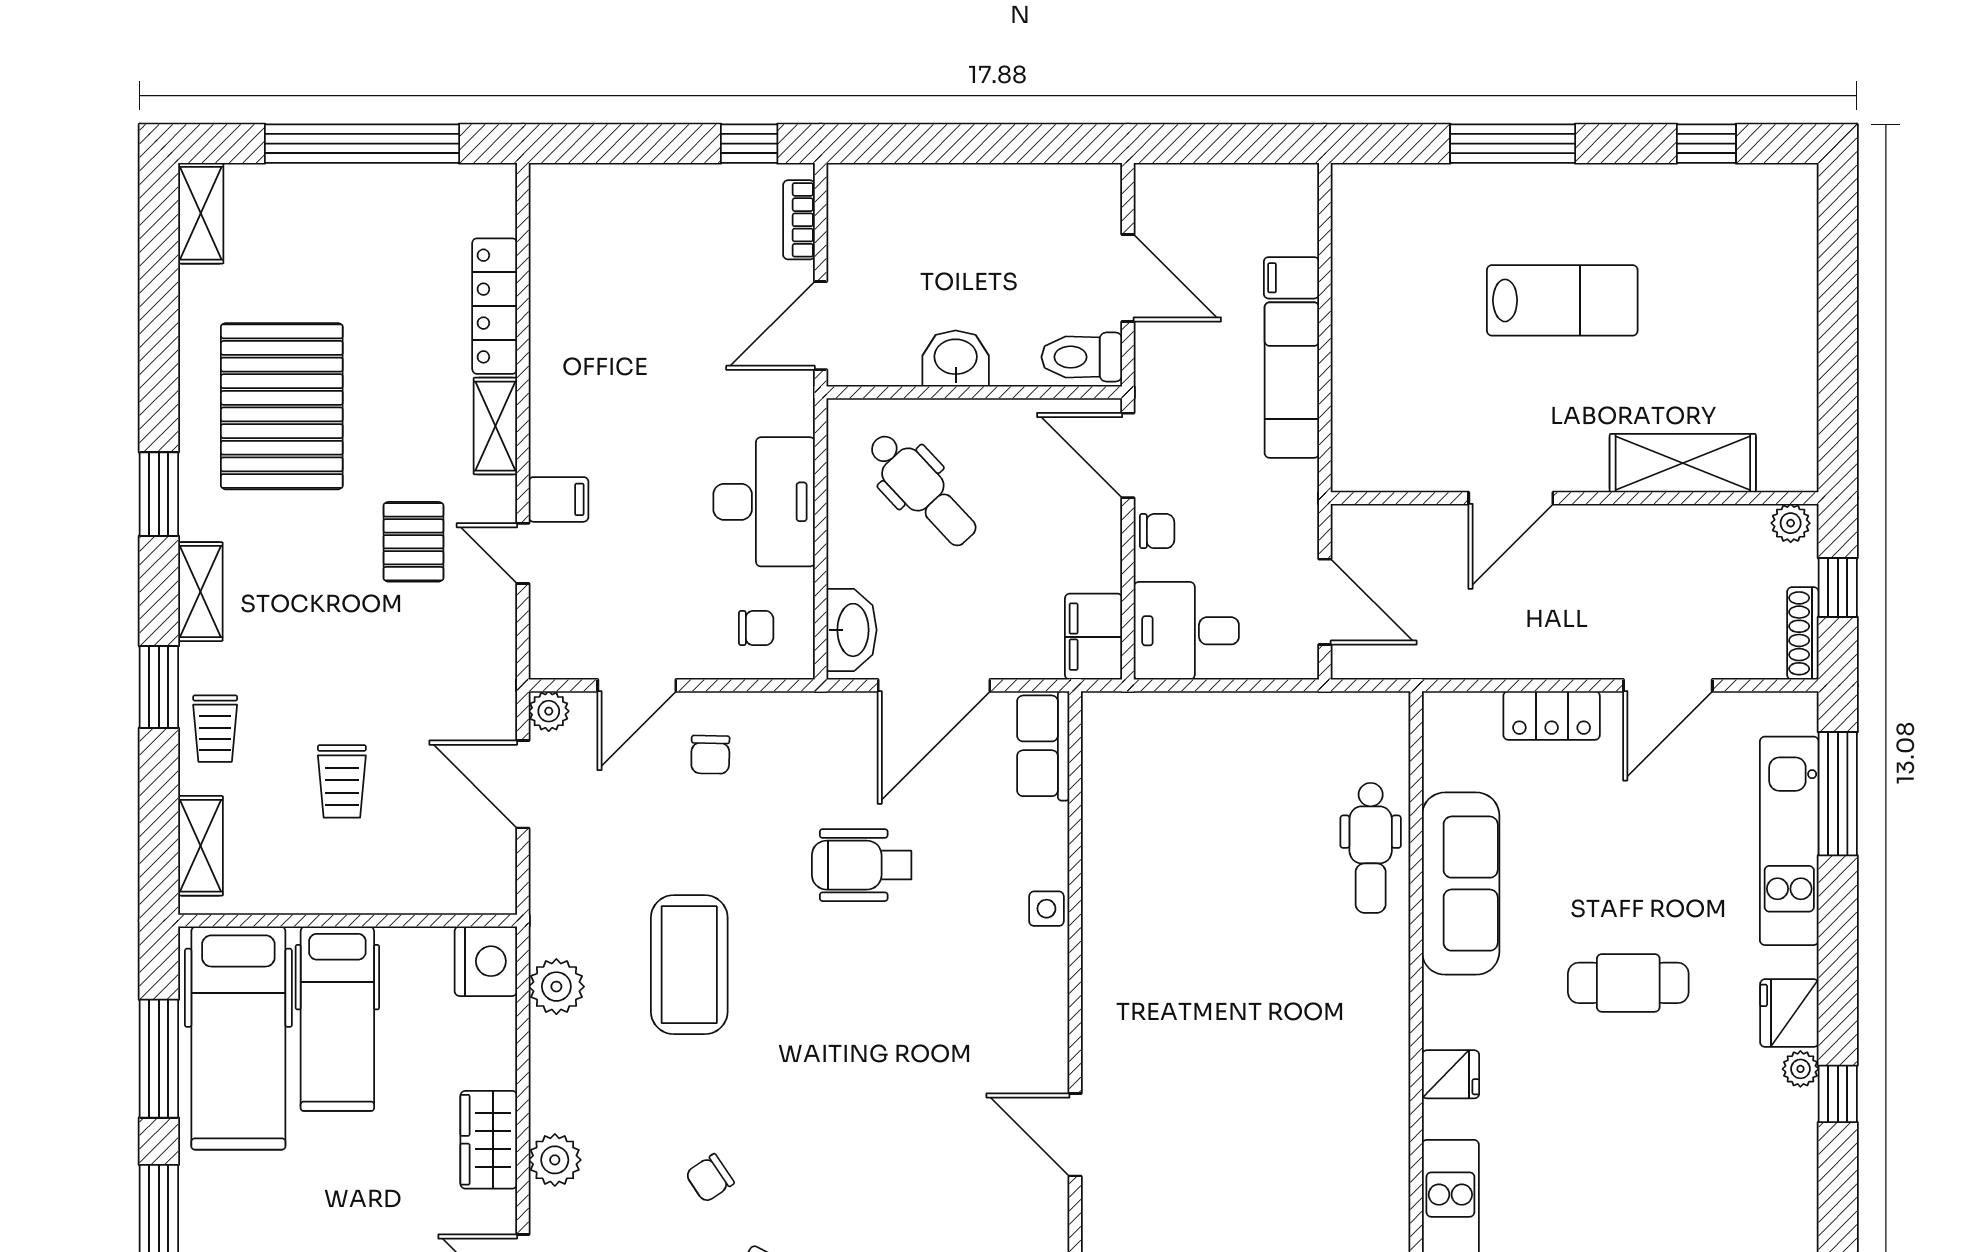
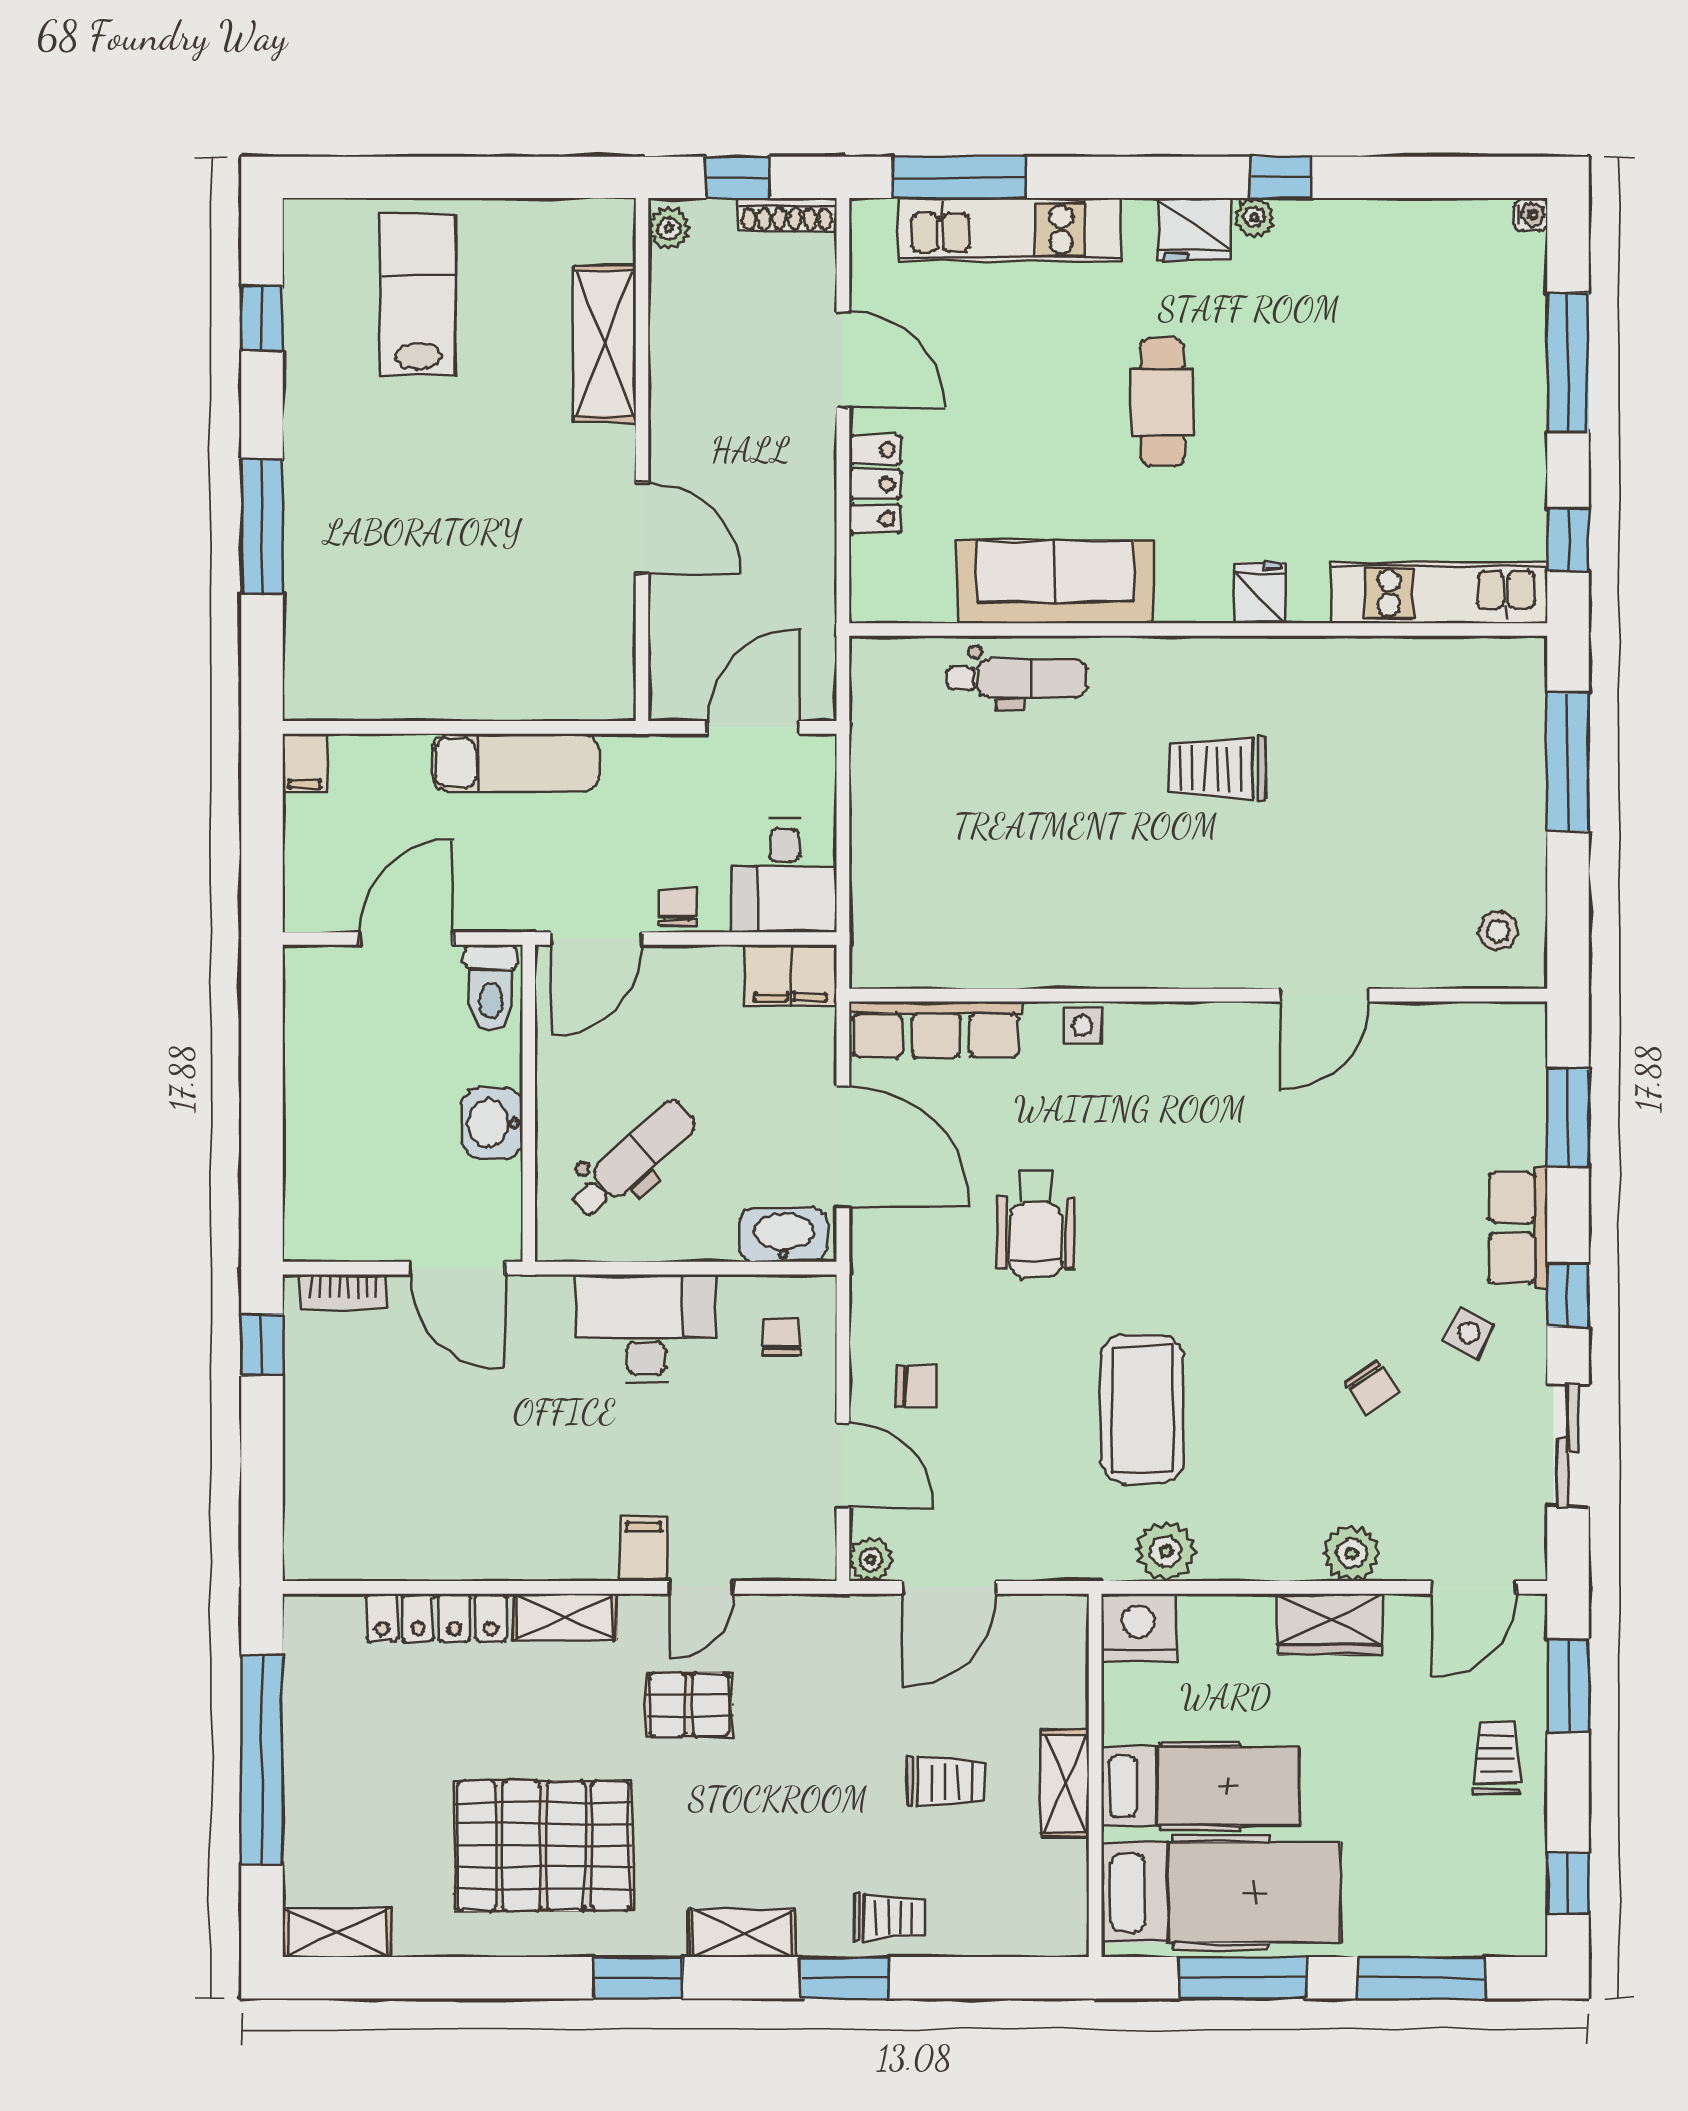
filing cabinet: (1291, 278) -> (305, 763), moved
lab bench: (1562, 300) -> (418, 295), moved
row of seats: (1043, 746) -> (936, 1029), width x1.48
shelving: (201, 846) -> (1065, 1783), moved, turned 90
coffee table: (689, 965) -> (1142, 1409), turned 90
trolley: (1286, 1034) -> (1217, 769), added

